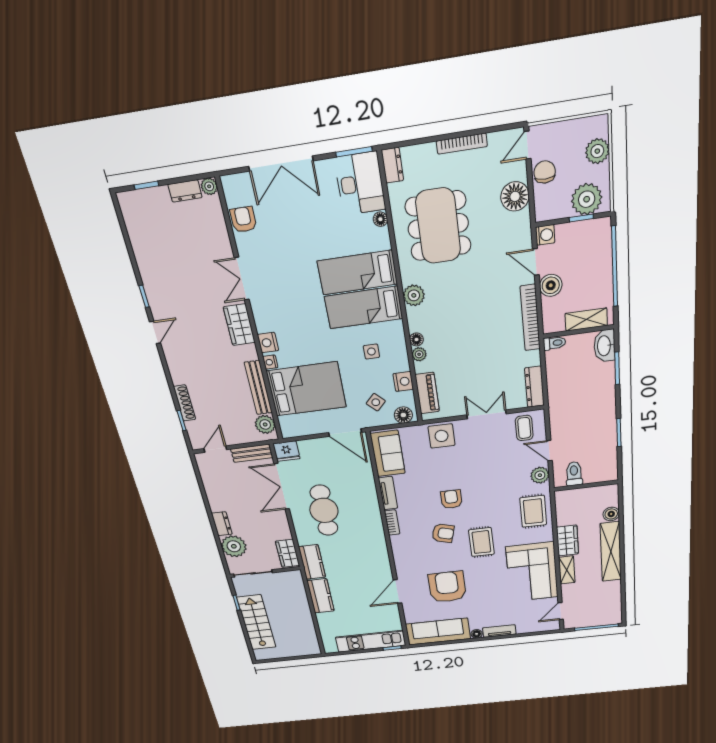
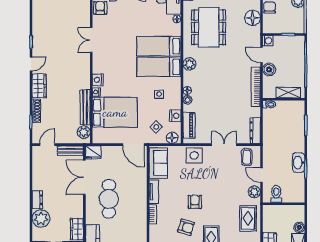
plant: (587, 199) -> (292, 25), removed
wardrobe: (239, 325) -> (39, 86), moved, turned 180
washbasin: (604, 346) -> (299, 163), moved

